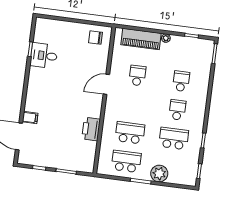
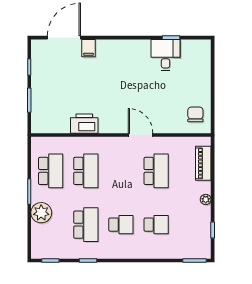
piano: (141, 39) -> (203, 163), width x0.73, depth x0.75
school desk: (137, 76) -> (156, 171), width x1.85

